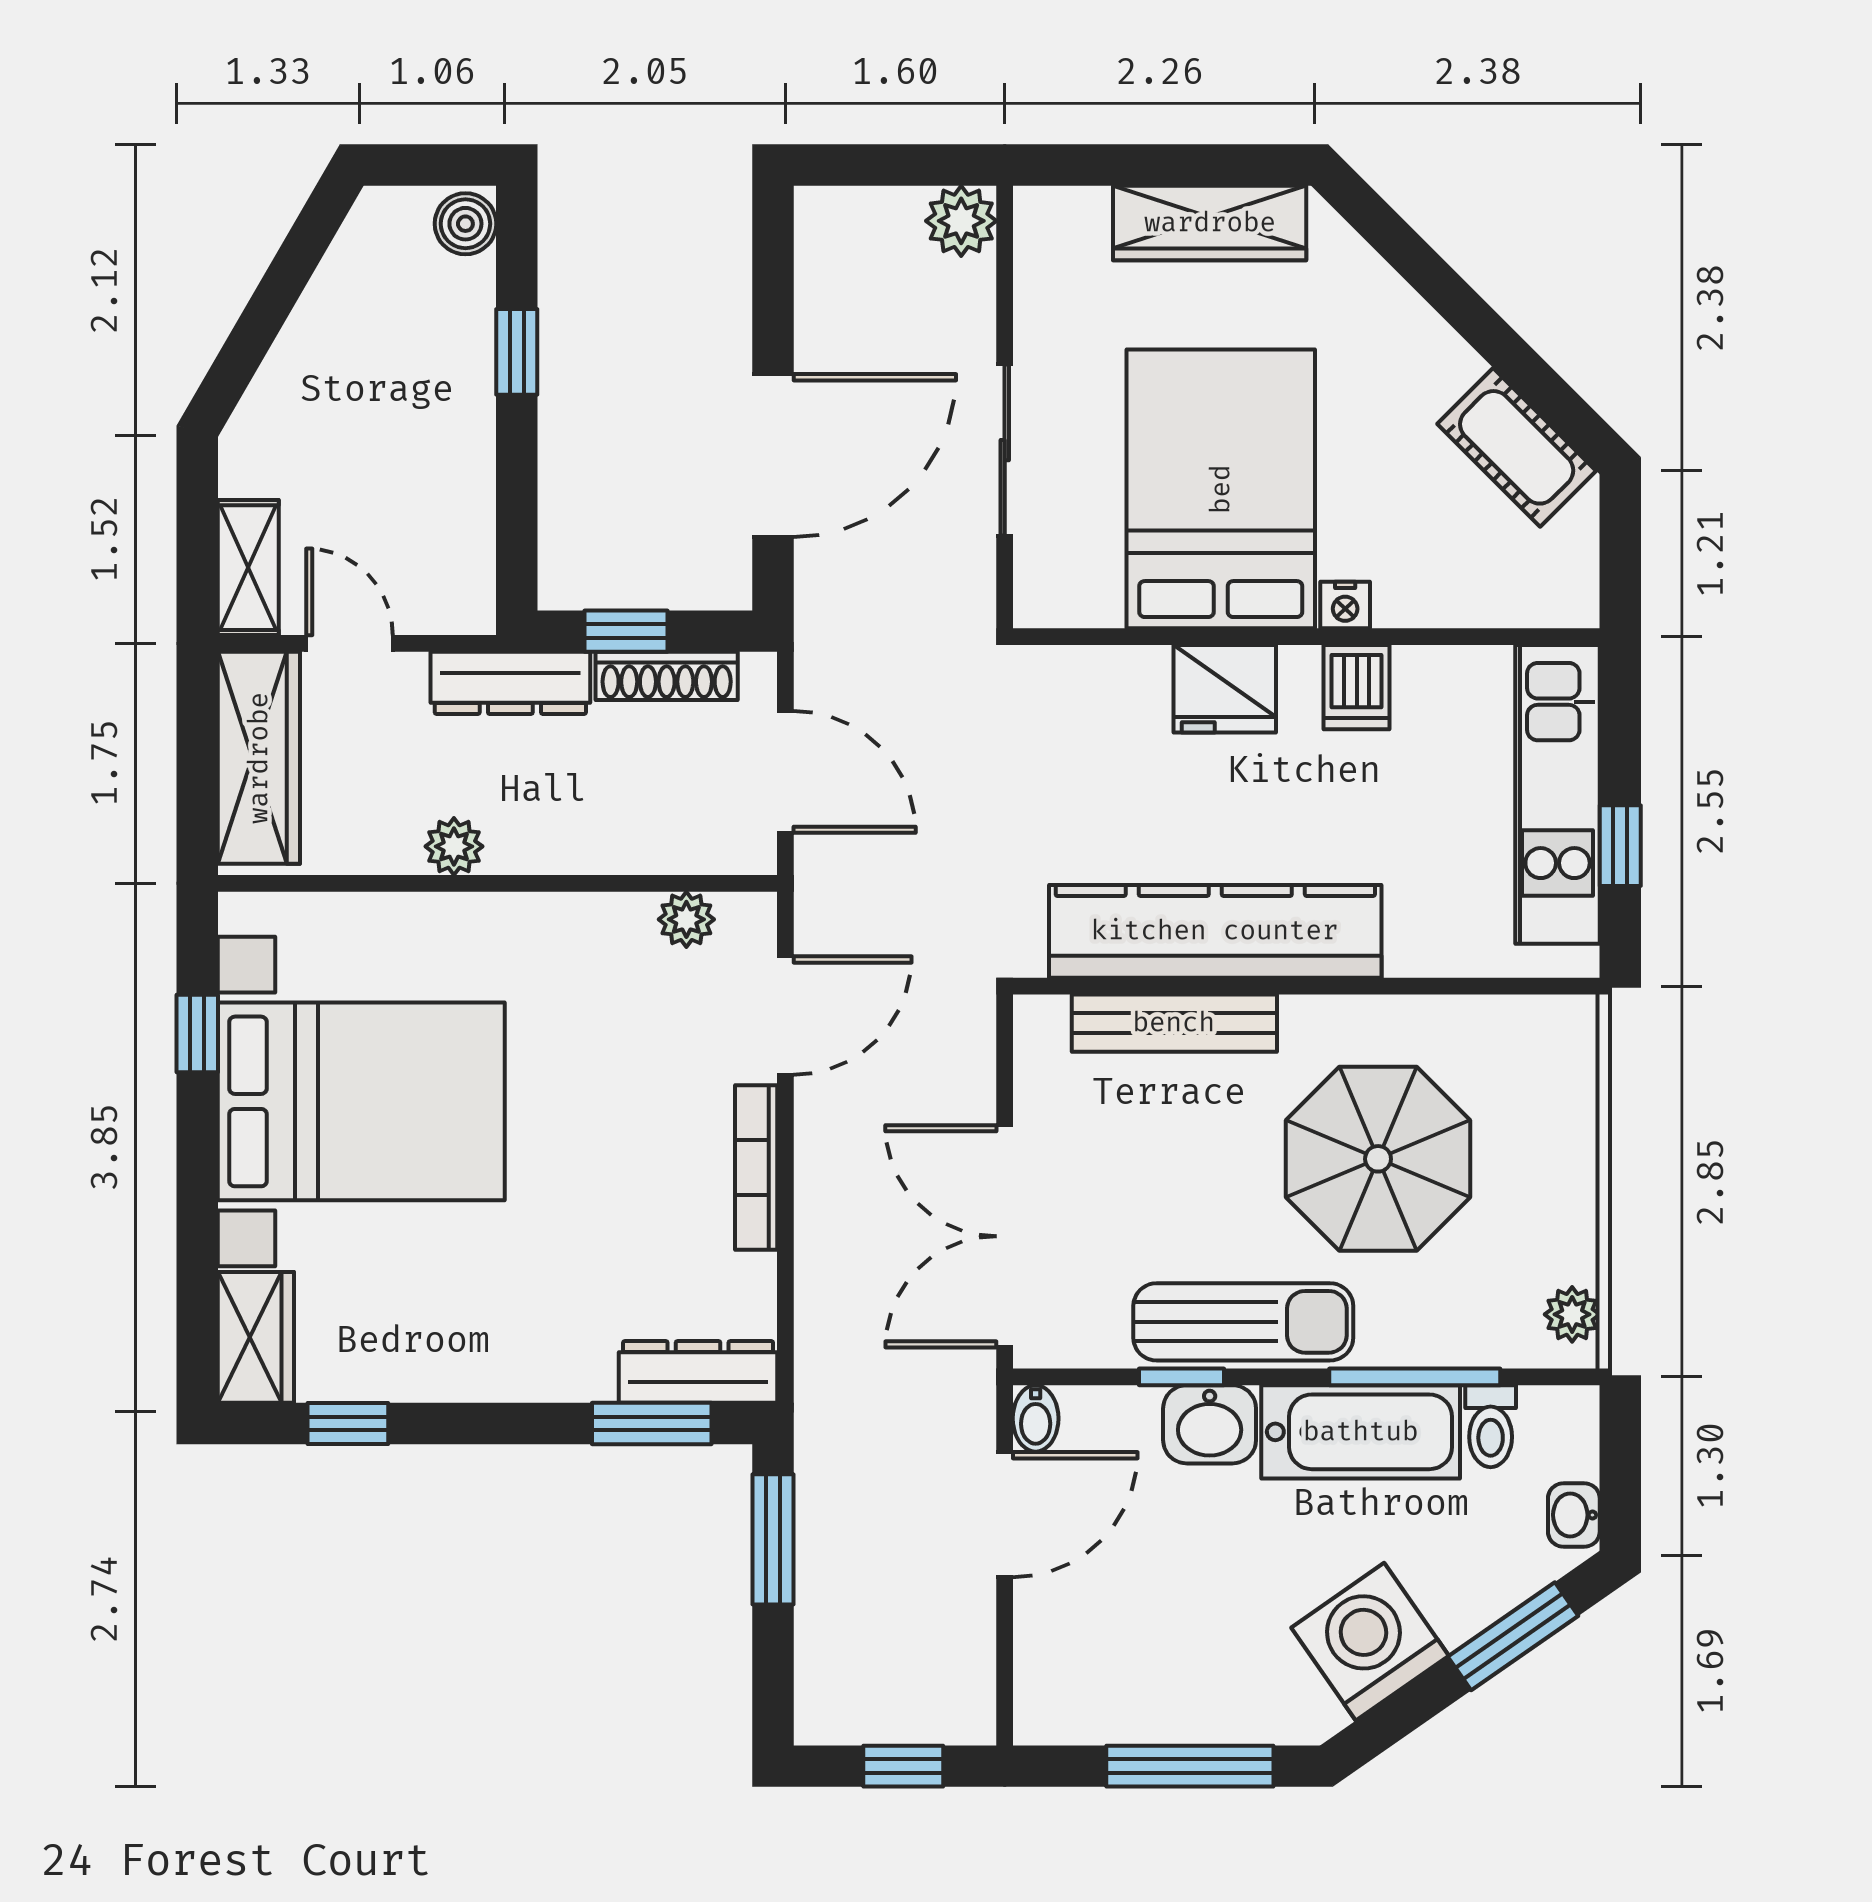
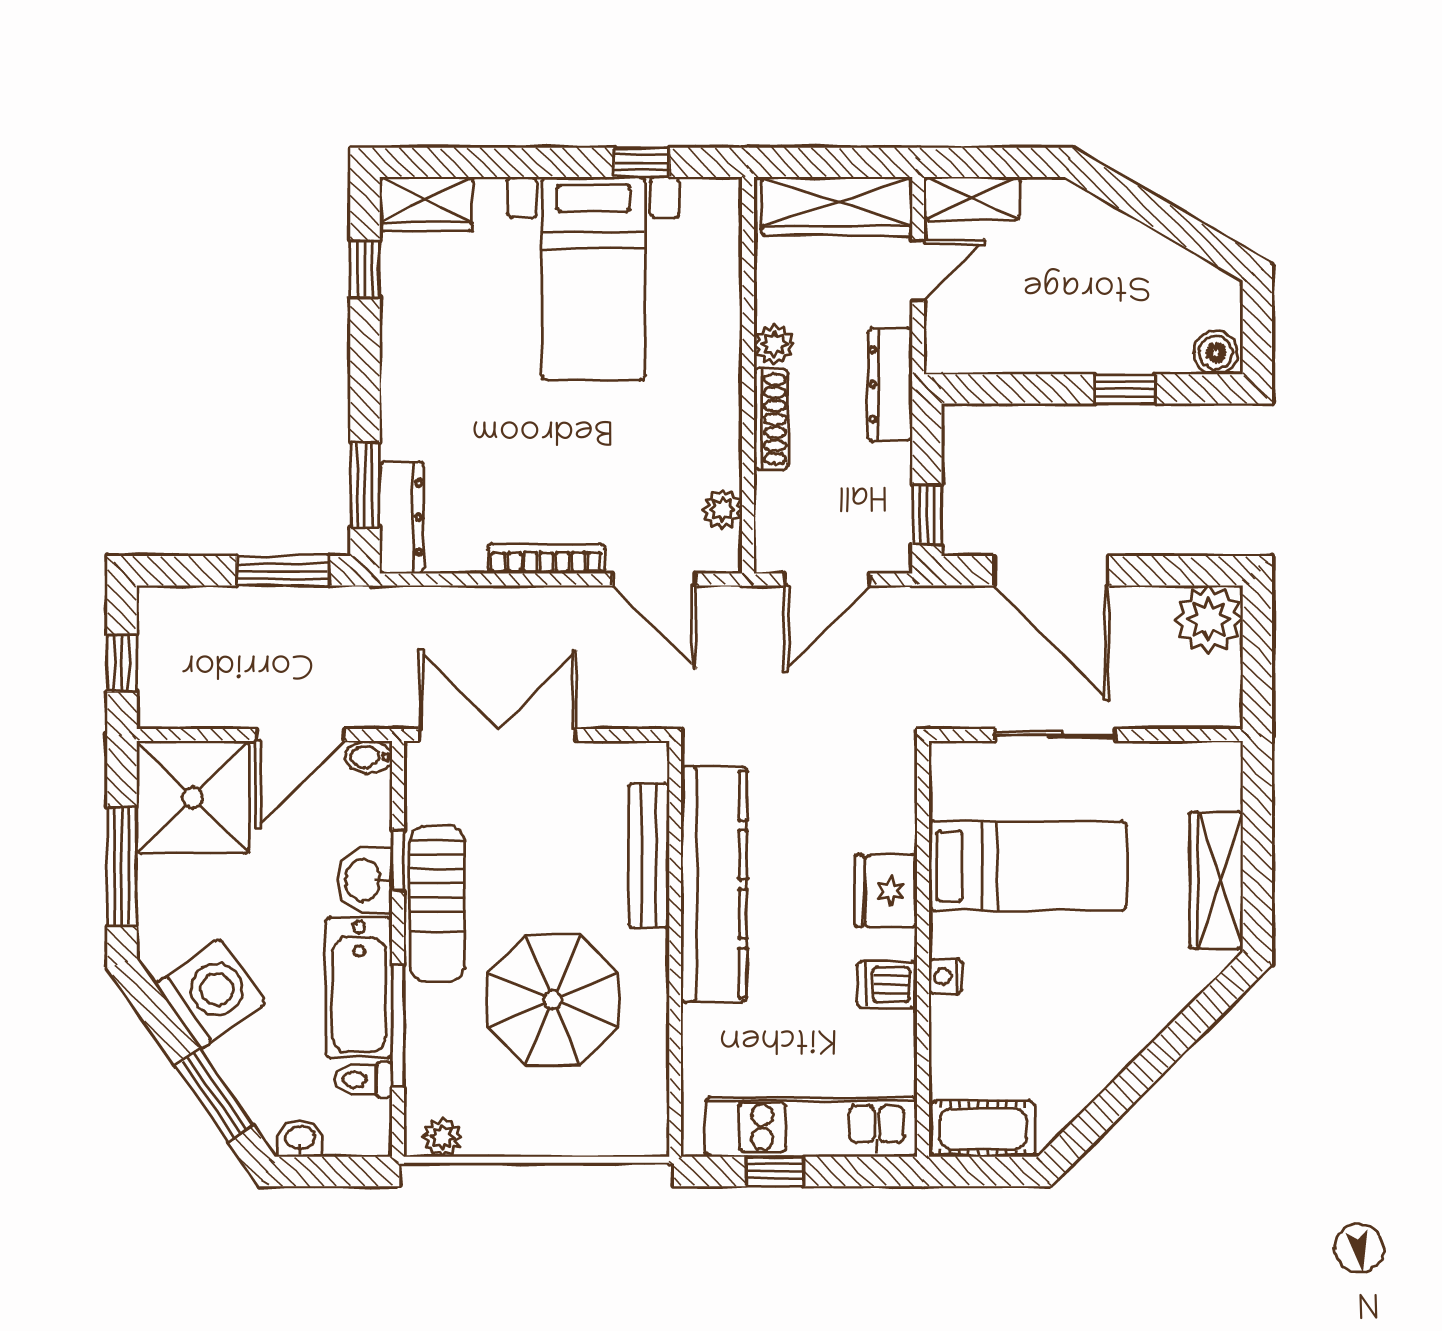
plant: (961, 221) -> (1209, 619), moved, width x1.36, depth x1.36
cot: (1517, 447) -> (983, 1129), moved, turned 45
bed: (1221, 489) -> (1028, 866), width x0.67
window: (626, 631) -> (927, 515), moved
shoe rack: (667, 676) -> (771, 419), moved, turned 180
bed with nightstands: (361, 1101) -> (593, 279), width x0.73
door: (1005, 1515) -> (300, 735), hinge flipped
shower: (1092, 1666) -> (193, 797), added

